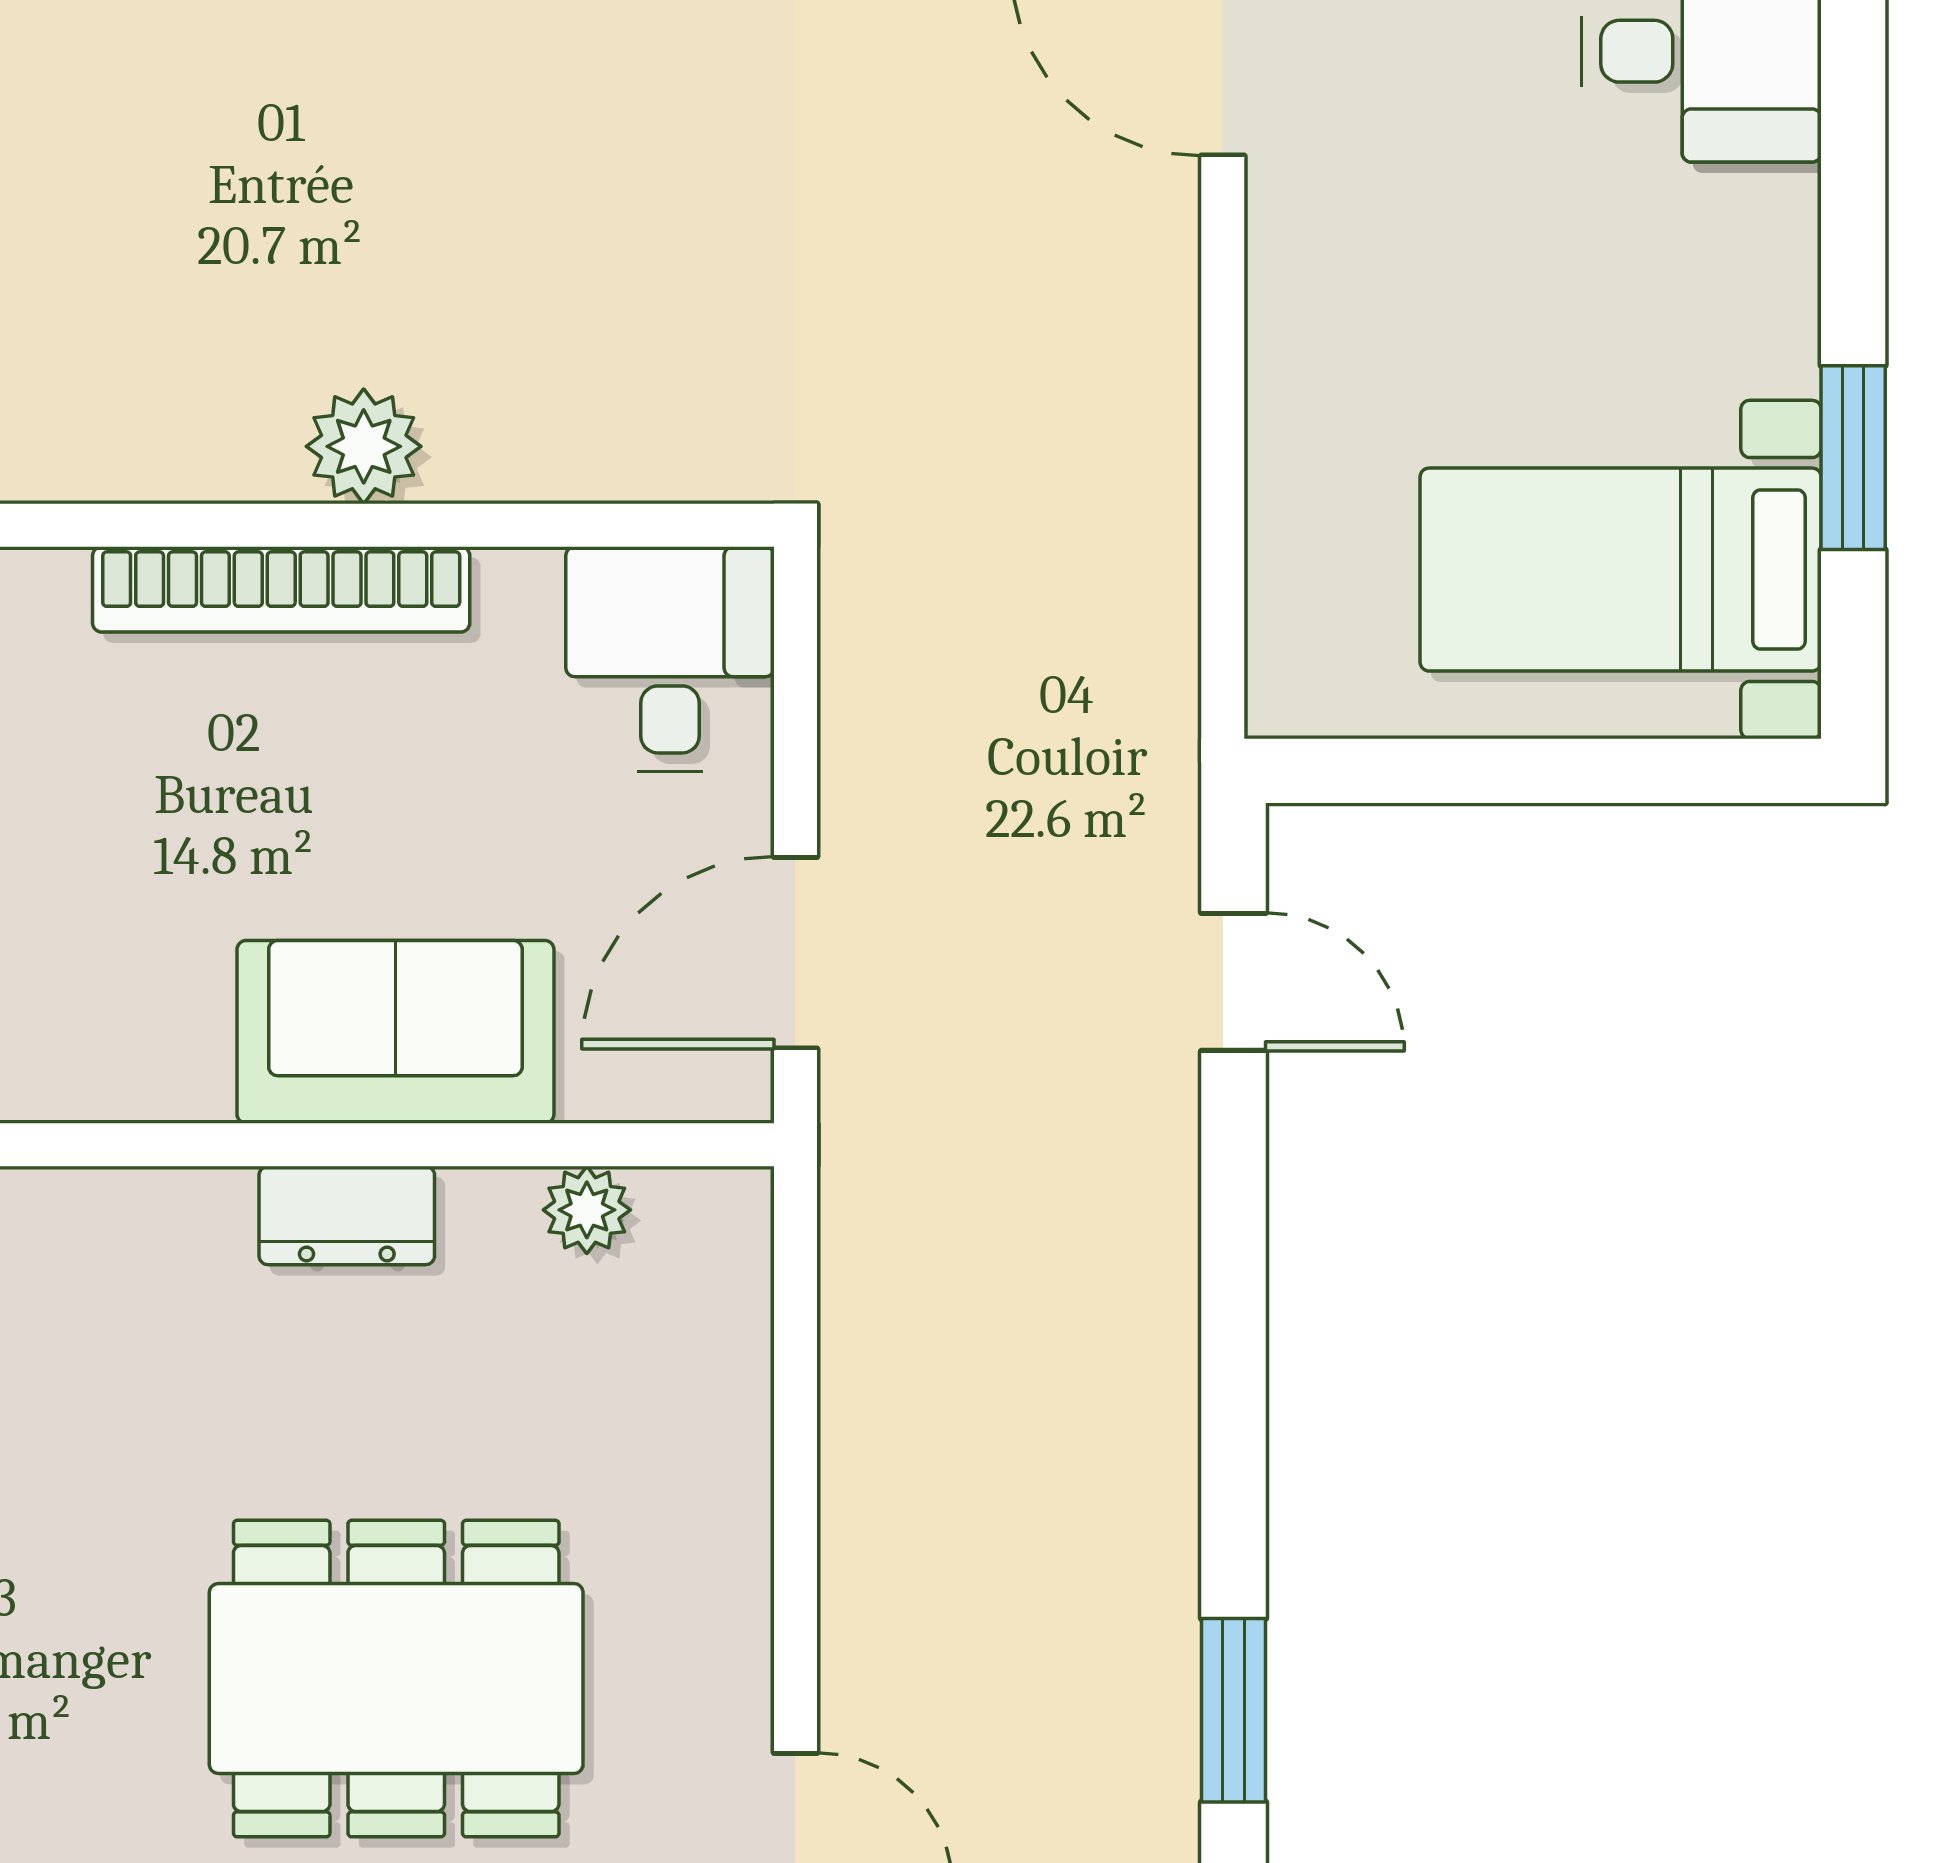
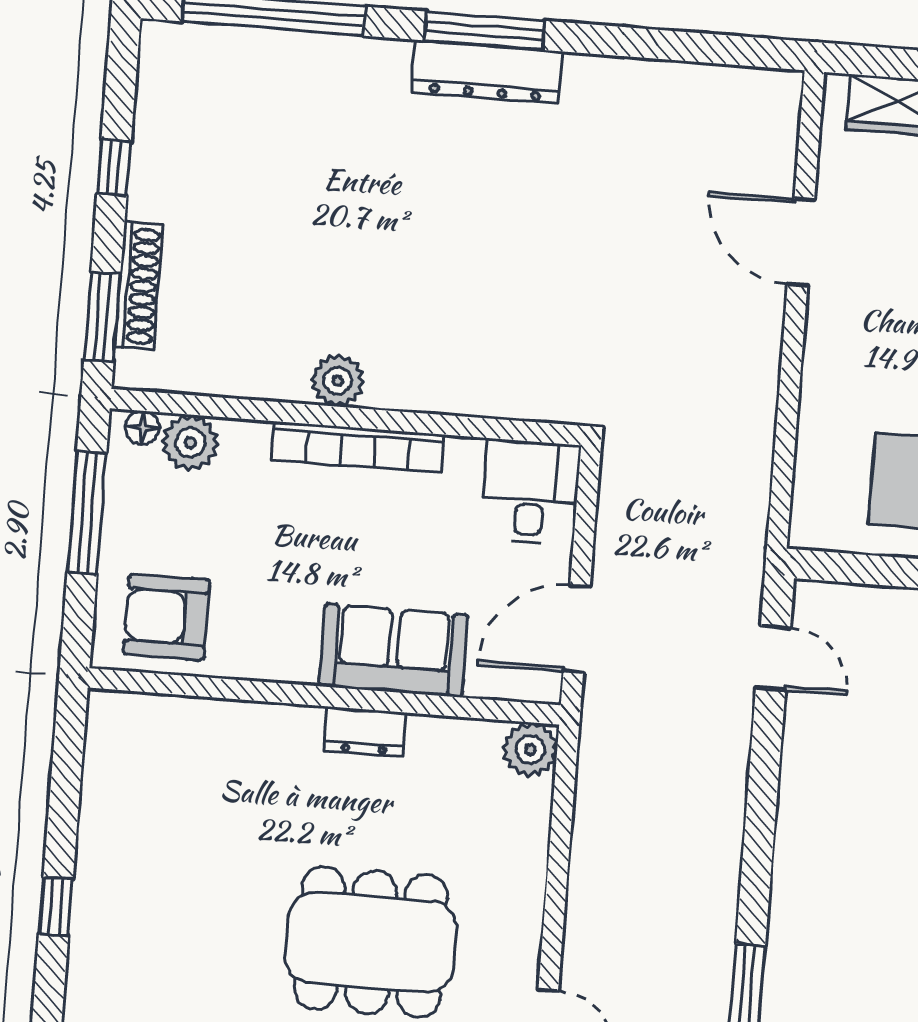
plant: (364, 446) -> (338, 381), moved
plant: (587, 1210) -> (530, 749), moved, width x1.38, depth x1.38

